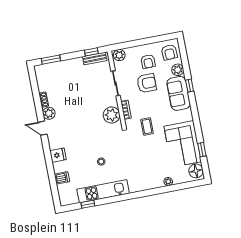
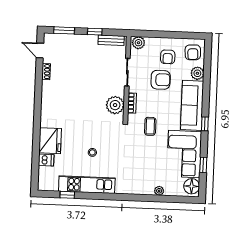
window: (91, 52) -> (95, 32), moved
window: (190, 86) -> (205, 124), moved
sofa: (178, 93) -> (192, 105), width x1.36
plant: (49, 113) -> (48, 87), removed
door: (43, 128) -> (40, 50), moved
fridge: (58, 155) -> (50, 141), width x1.88, depth x1.34

